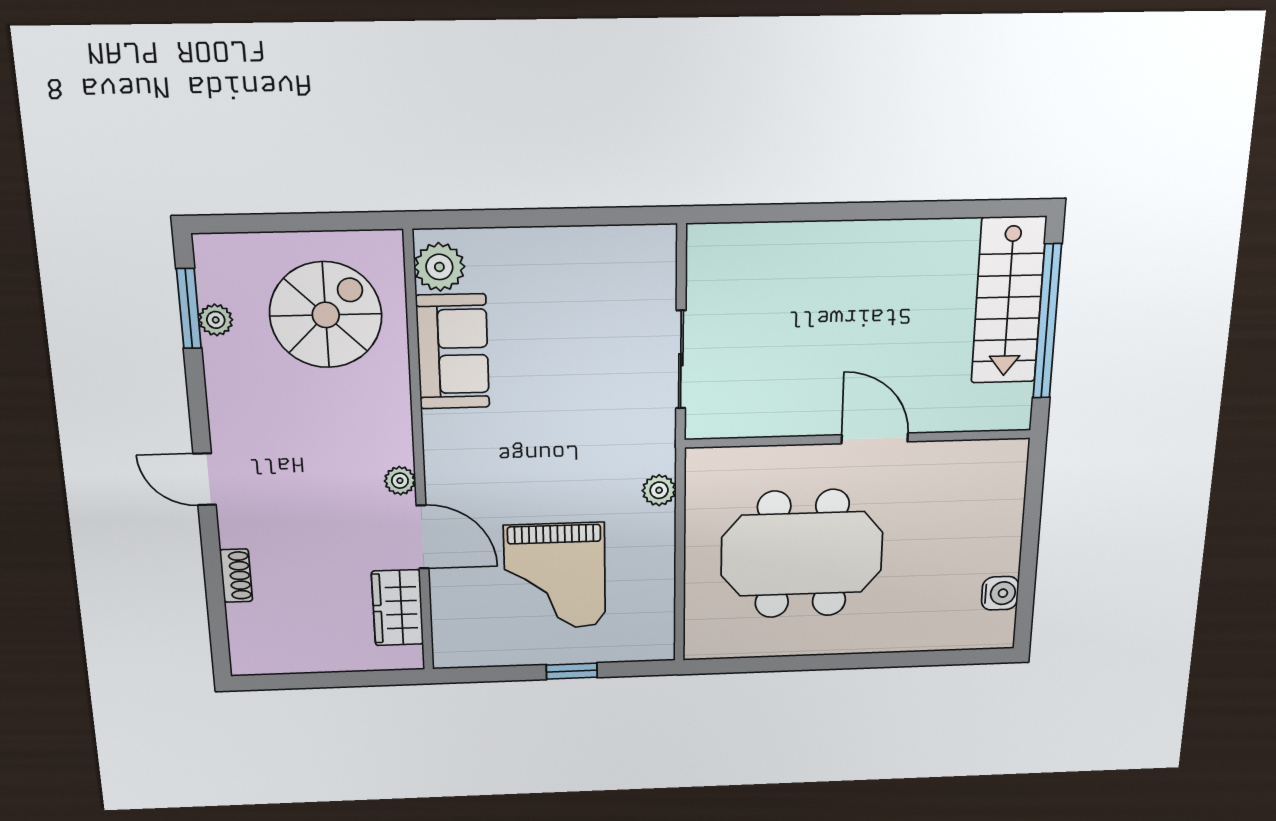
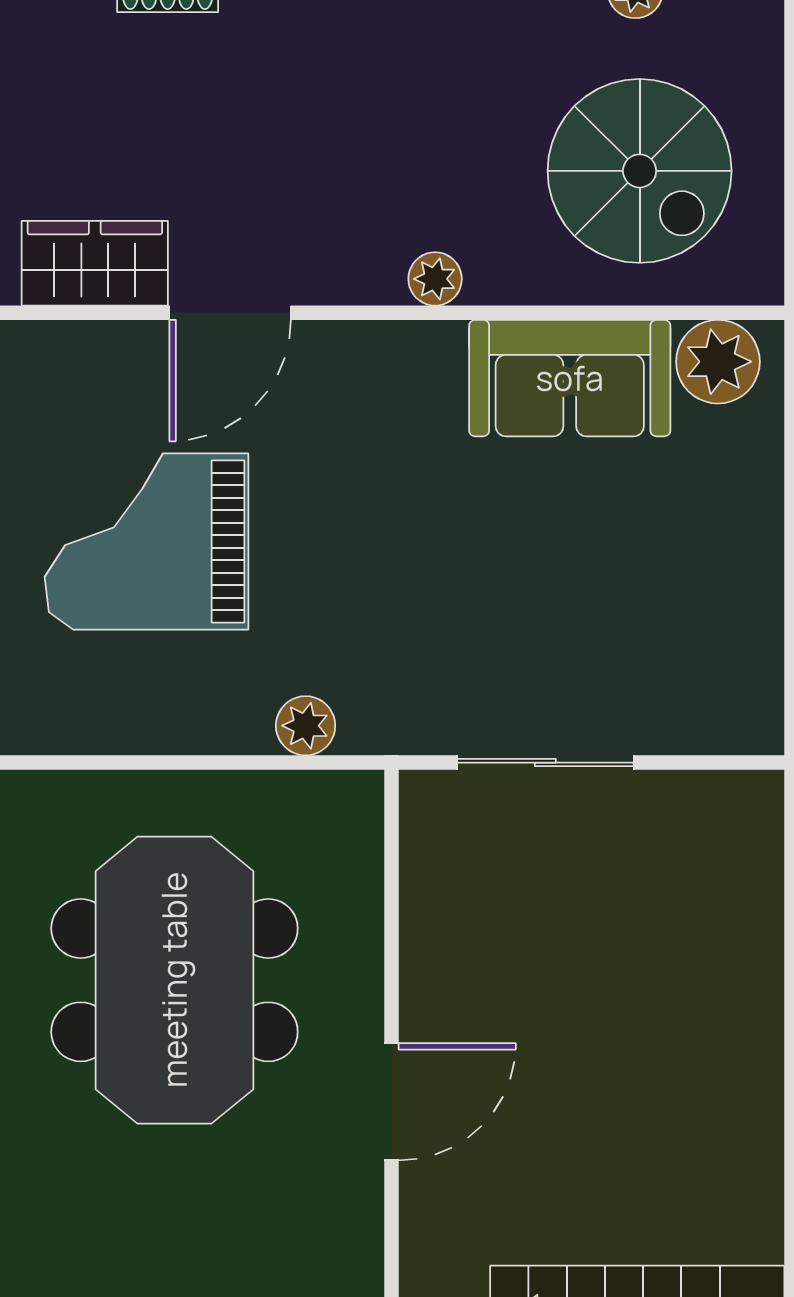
plant: (400, 481) -> (435, 279), moved

